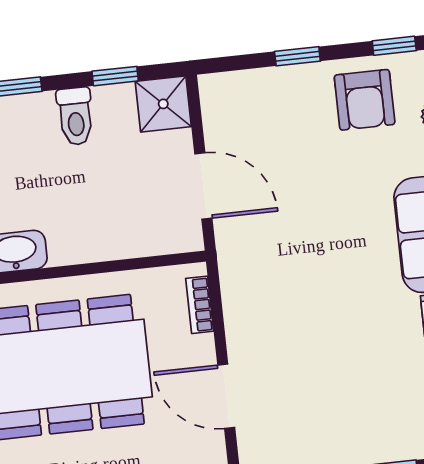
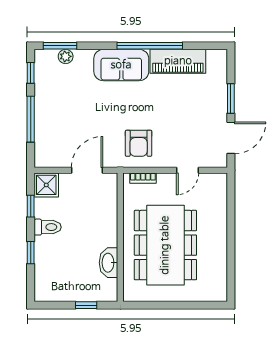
window: (297, 56) -> (31, 119), width x2.17
armchair: (365, 100) -> (139, 143), moved, turned 90
door: (226, 396) -> (188, 170), width x0.73

